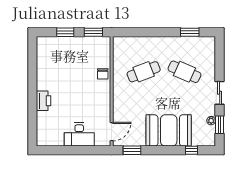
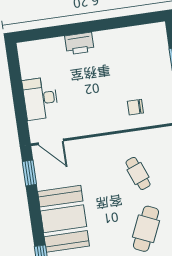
cafe table: (144, 72) -> (138, 173), width x0.73, depth x0.74
chair: (103, 74) -> (135, 107), moved

